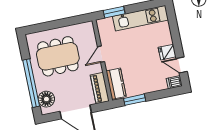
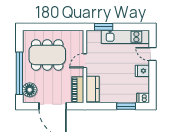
door: (182, 65) -> (152, 54), moved
window: (135, 100) -> (126, 106), moved

